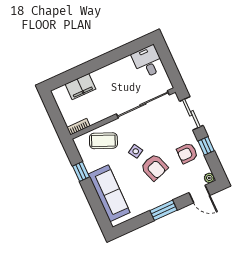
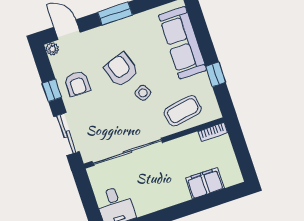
coffee table: (103, 141) -> (183, 111), turned -33
armchair: (187, 153) -> (77, 83), turned 90

